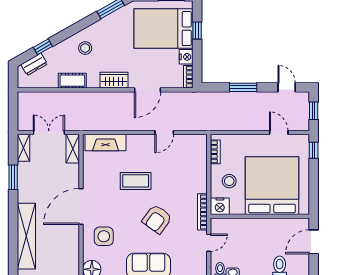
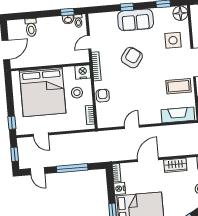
window: (243, 87) -> (72, 168), width x1.44
armchair: (197, 175) -> (103, 96), added
coffee table: (136, 181) -> (179, 86), moved

